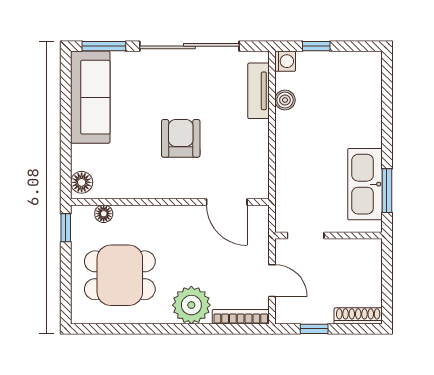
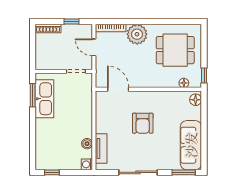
sliding door: (189, 46) -> (138, 172), width x0.73
window: (316, 46) -> (52, 172), moved

